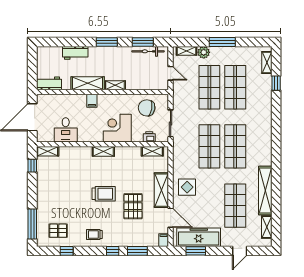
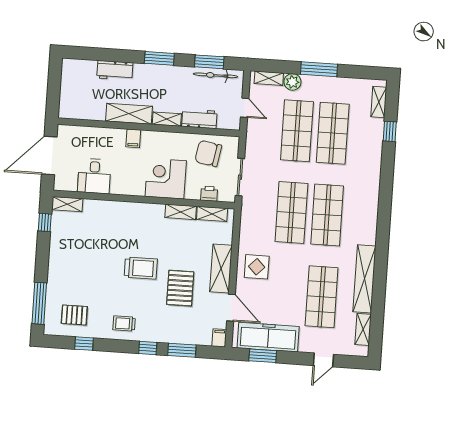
workbench: (49, 83) -> (199, 119), moved
shelving: (103, 151) -> (181, 212), moved

